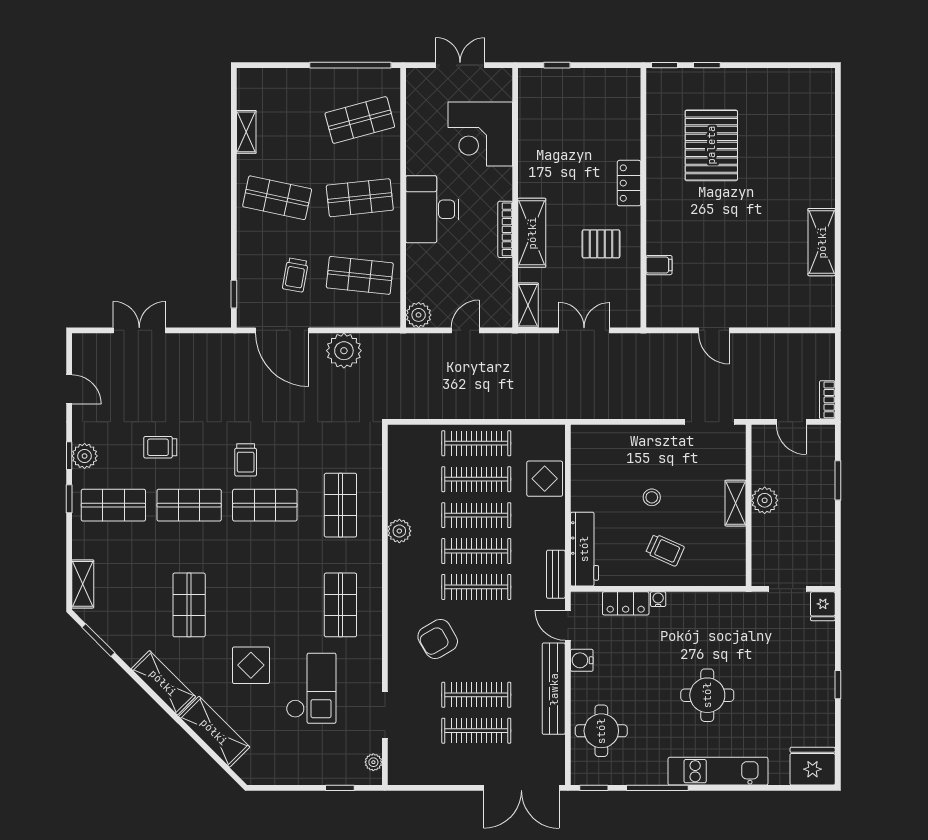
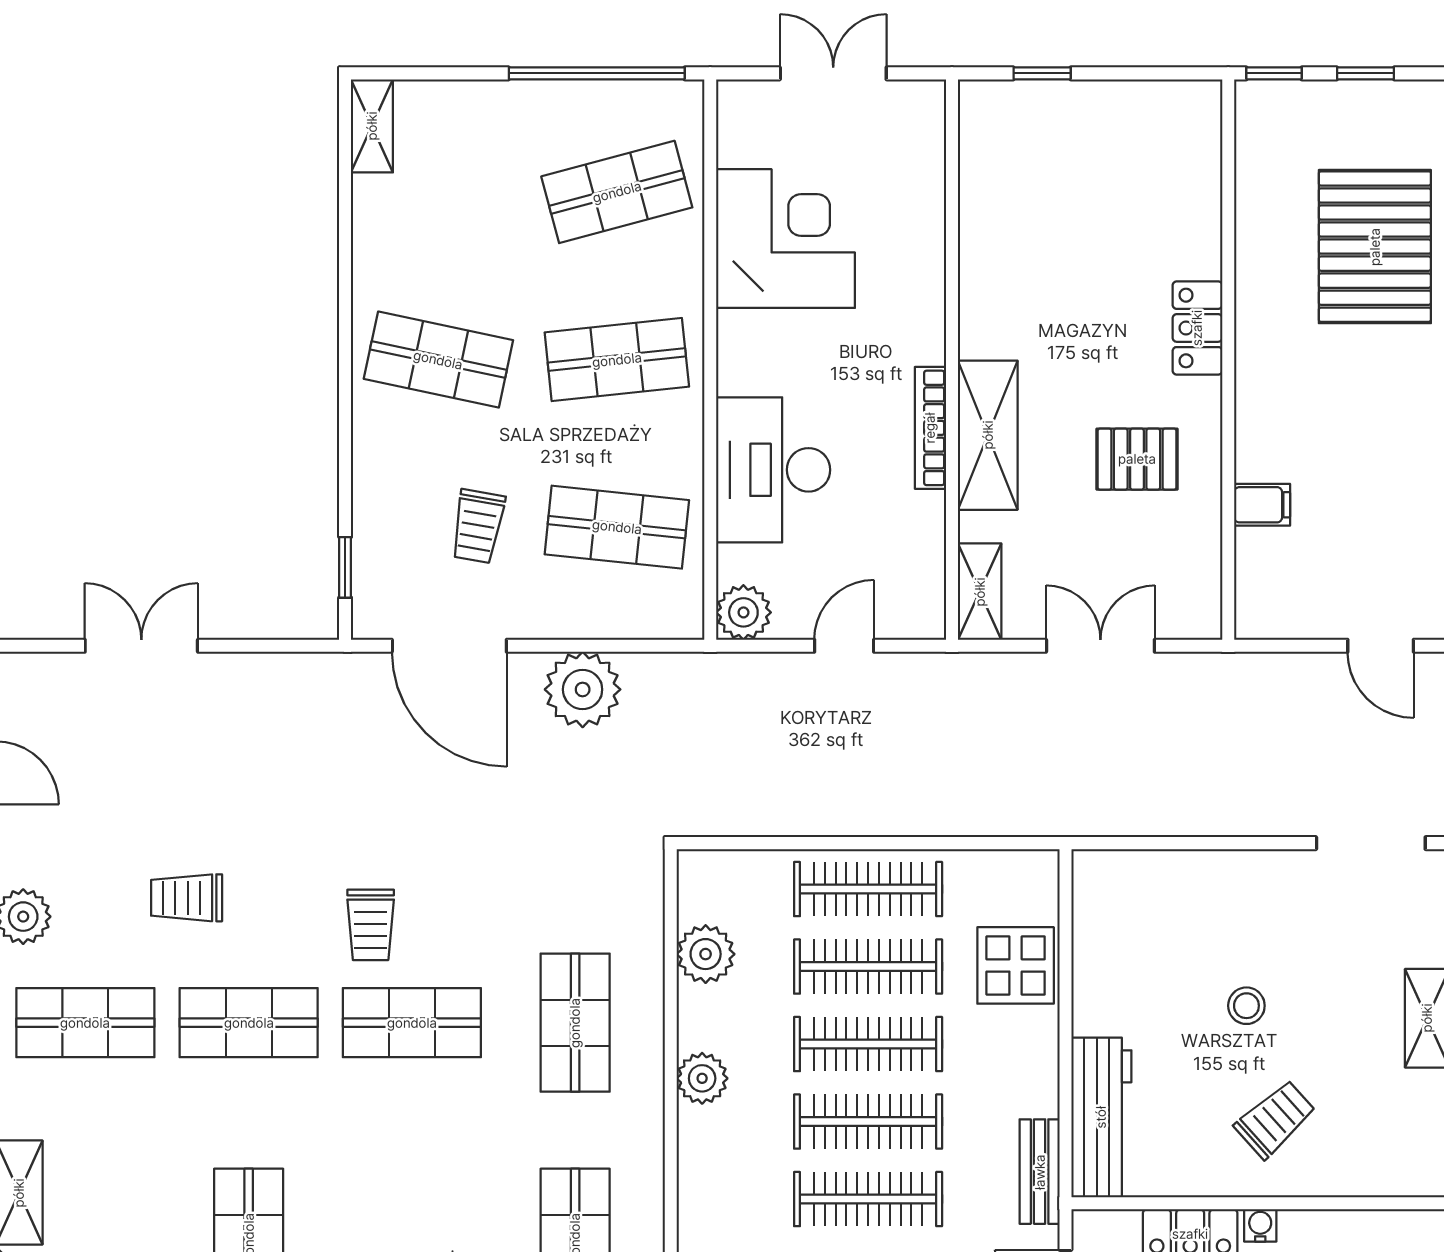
shelving: (246, 132) -> (372, 126), moved
corner desk: (480, 134) -> (786, 239), moved, turned 180
desk: (432, 209) -> (773, 470), moved
plant: (401, 473) -> (706, 954), added
trolley: (665, 550) -> (1275, 1119), turned -66

